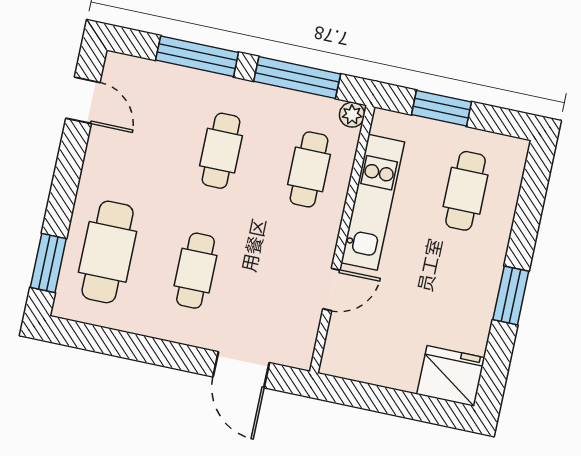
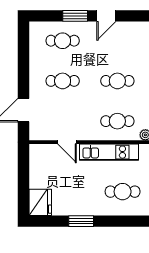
door: (83, 100) -> (106, 16), moved
cafe table: (108, 252) -> (63, 41), width x0.73, depth x0.74
window: (48, 263) -> (75, 16), moved

